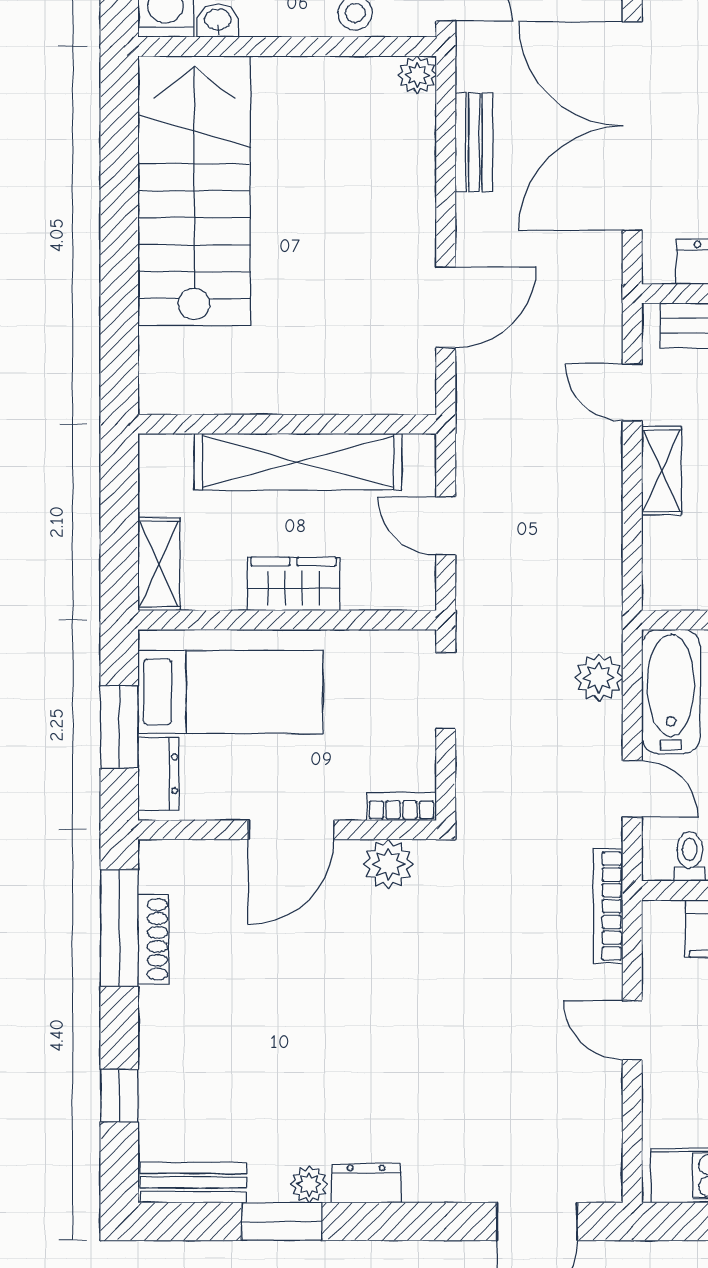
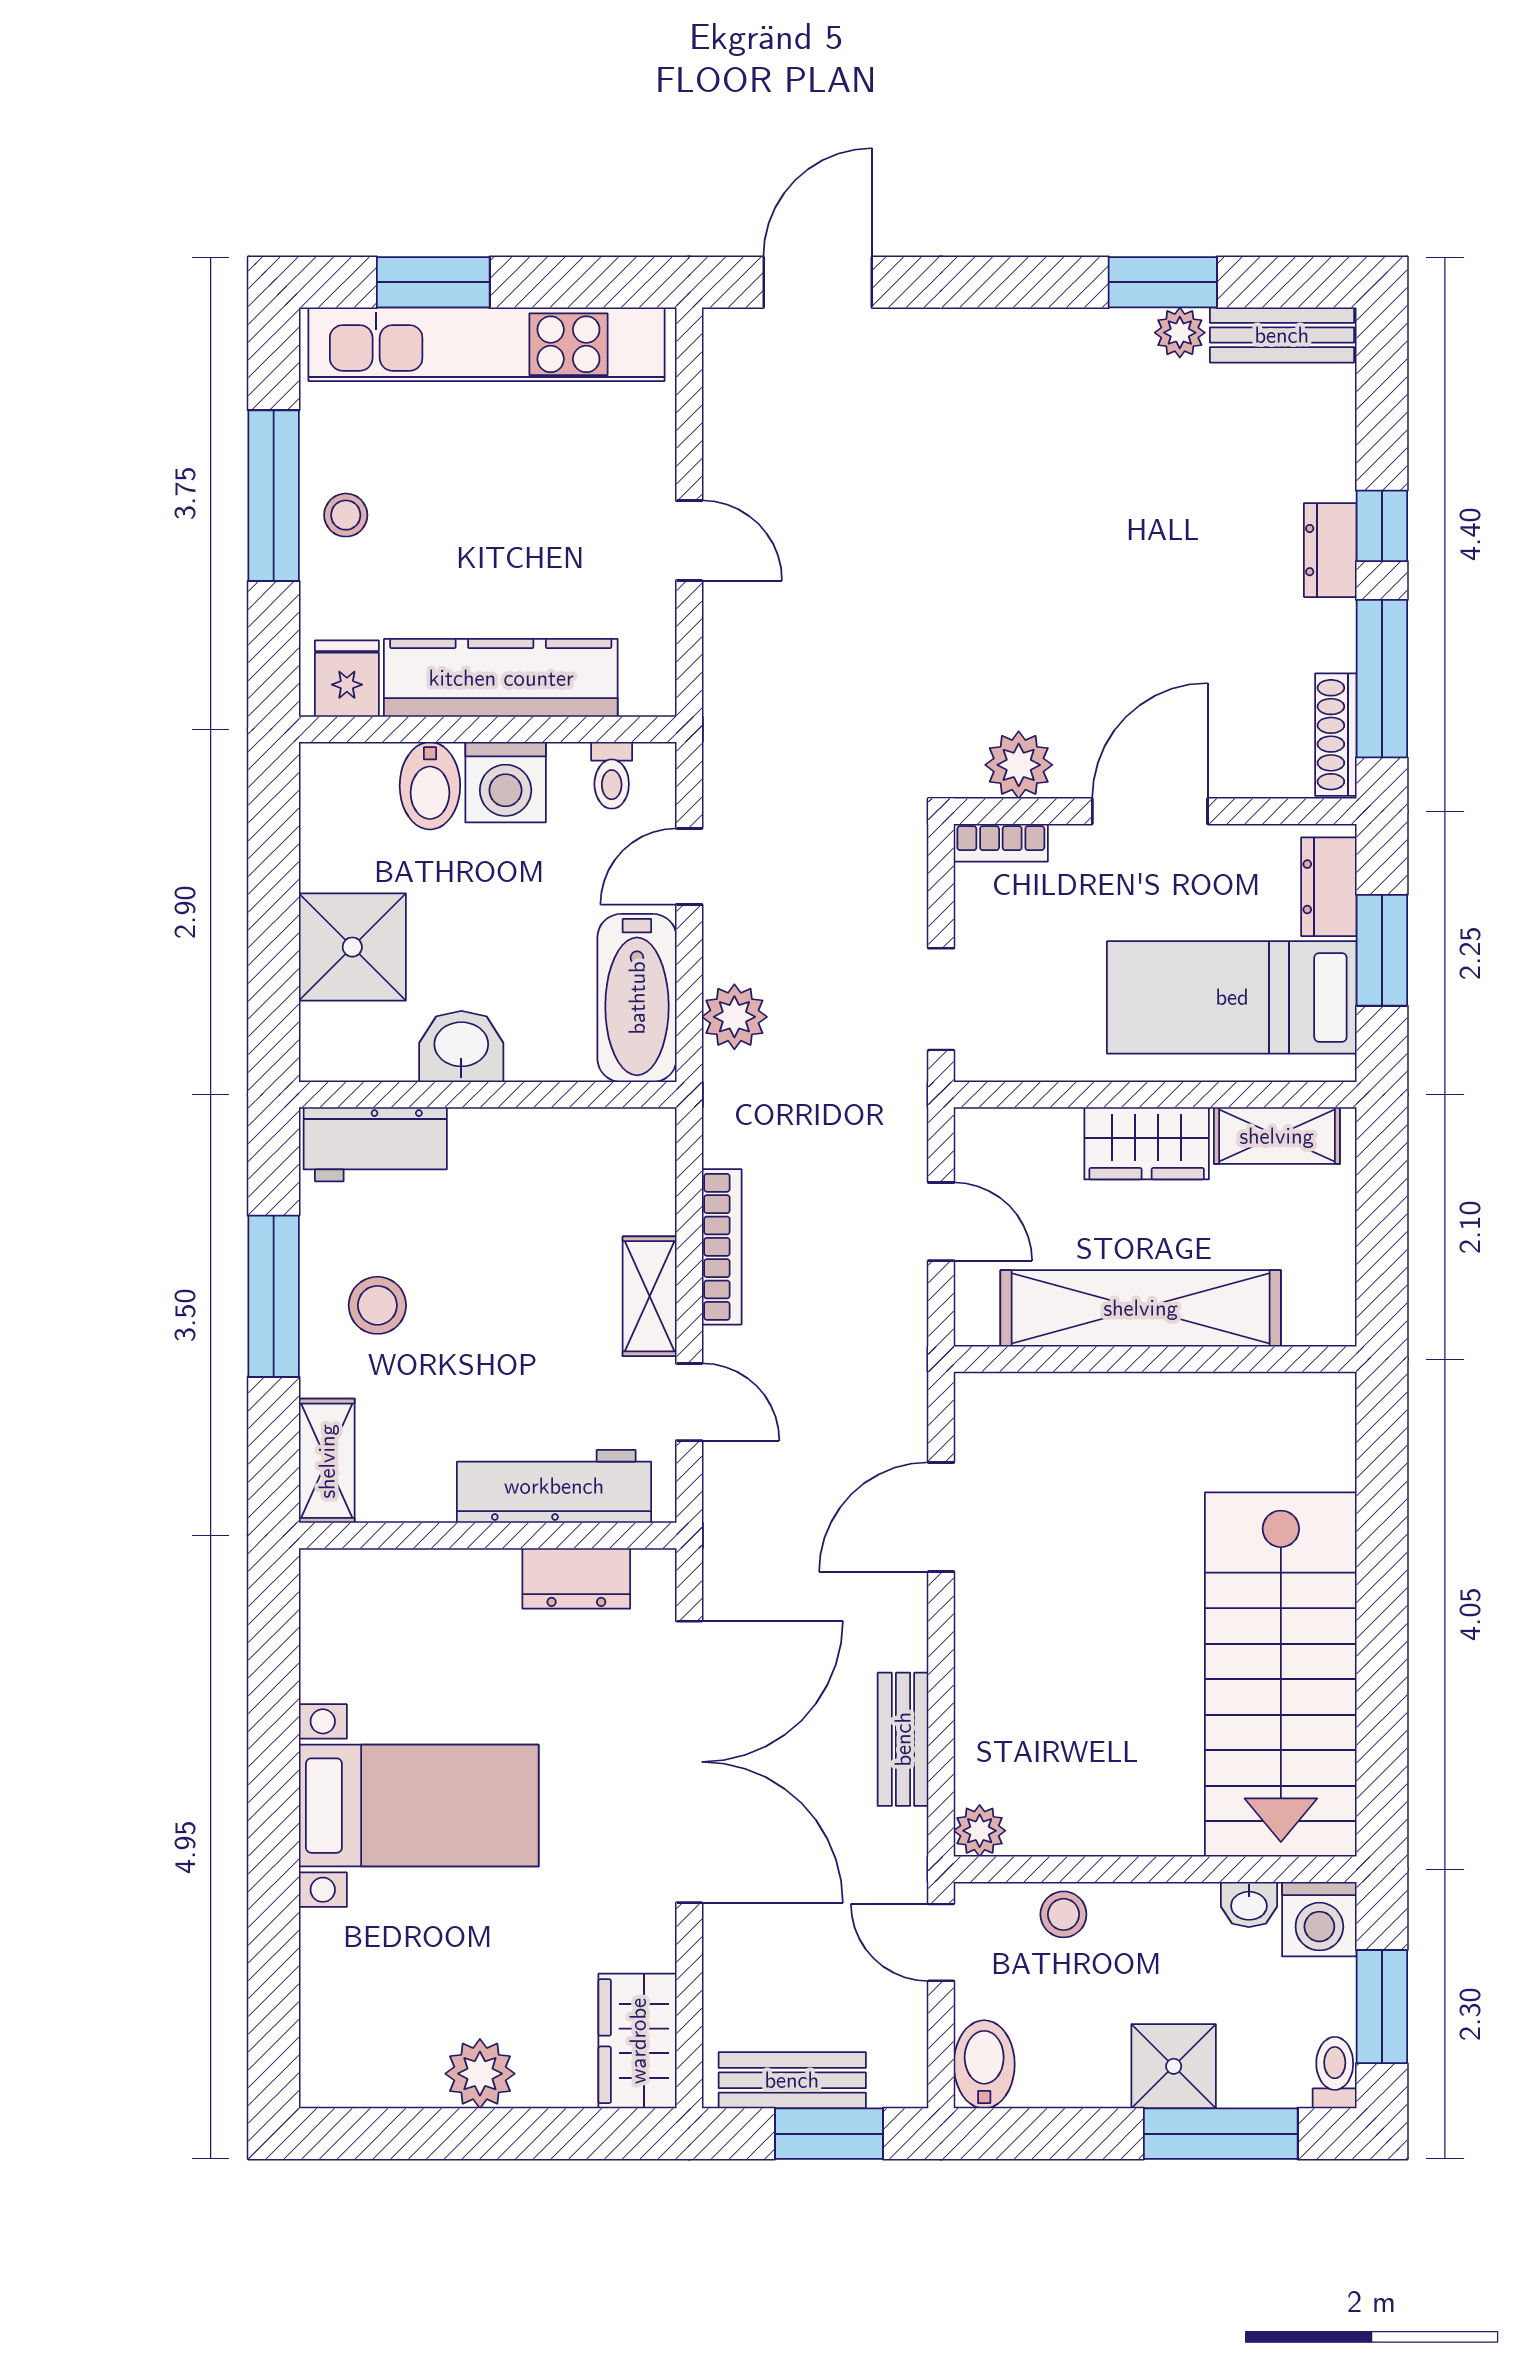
shelving: (159, 564) -> (1277, 1136), moved, turned 90
door: (632, 789) -> (689, 866), hinge flipped
bookcase: (608, 906) -> (722, 1247), moved
shoe rack: (153, 939) -> (1336, 735), moved
window: (119, 1095) -> (1382, 526), moved
dresser: (366, 1183) -> (1330, 550), moved, turned 90
plant: (309, 1184) -> (1180, 333), moved

